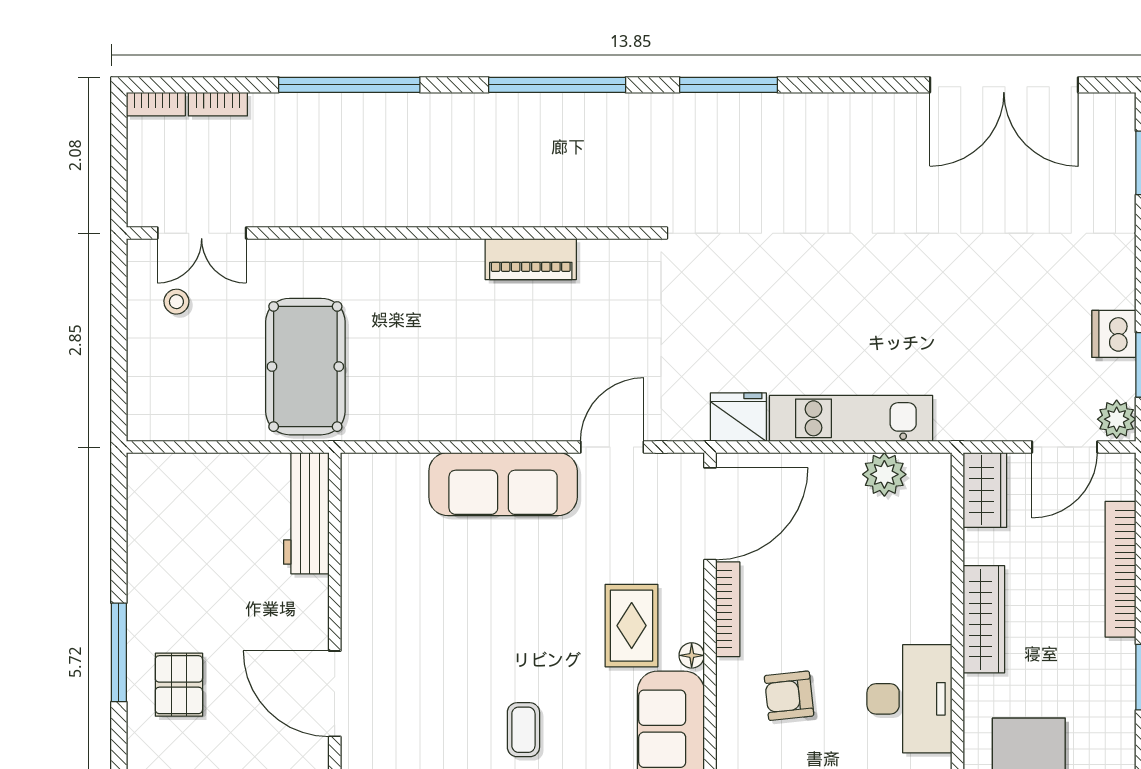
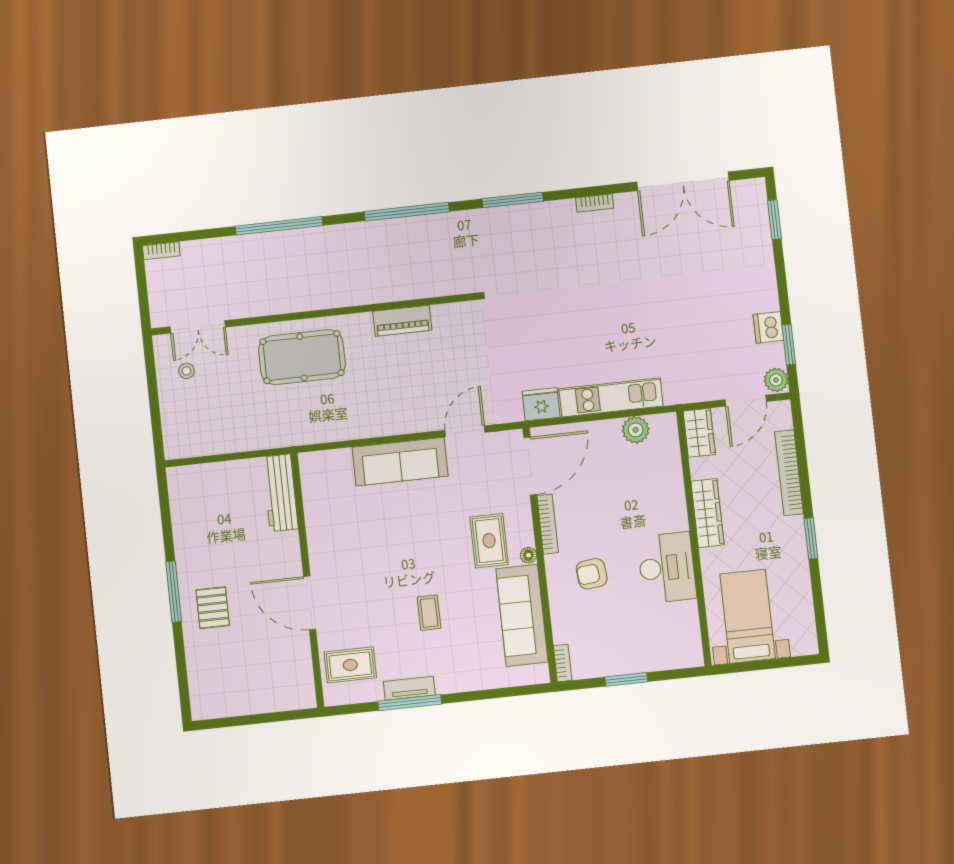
bookcase: (218, 104) -> (595, 203), moved
pool table: (305, 367) -> (302, 357), moved, turned 90

